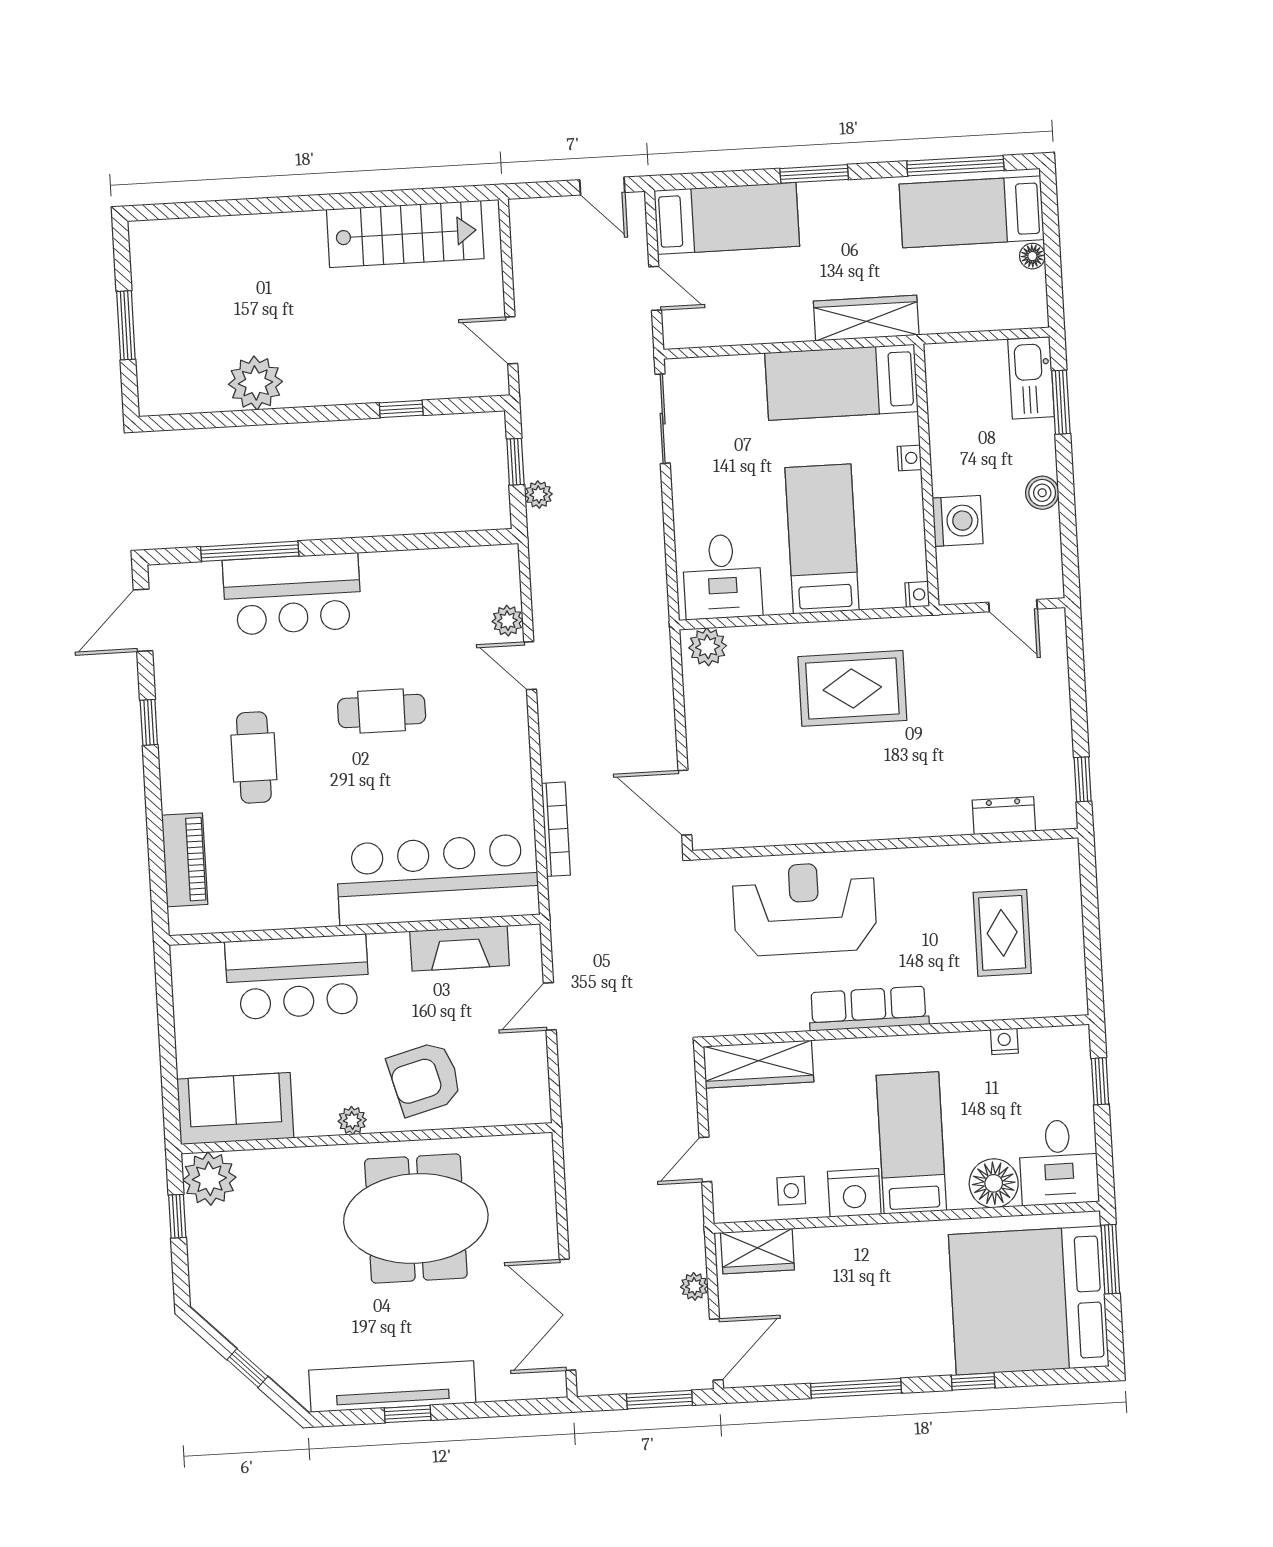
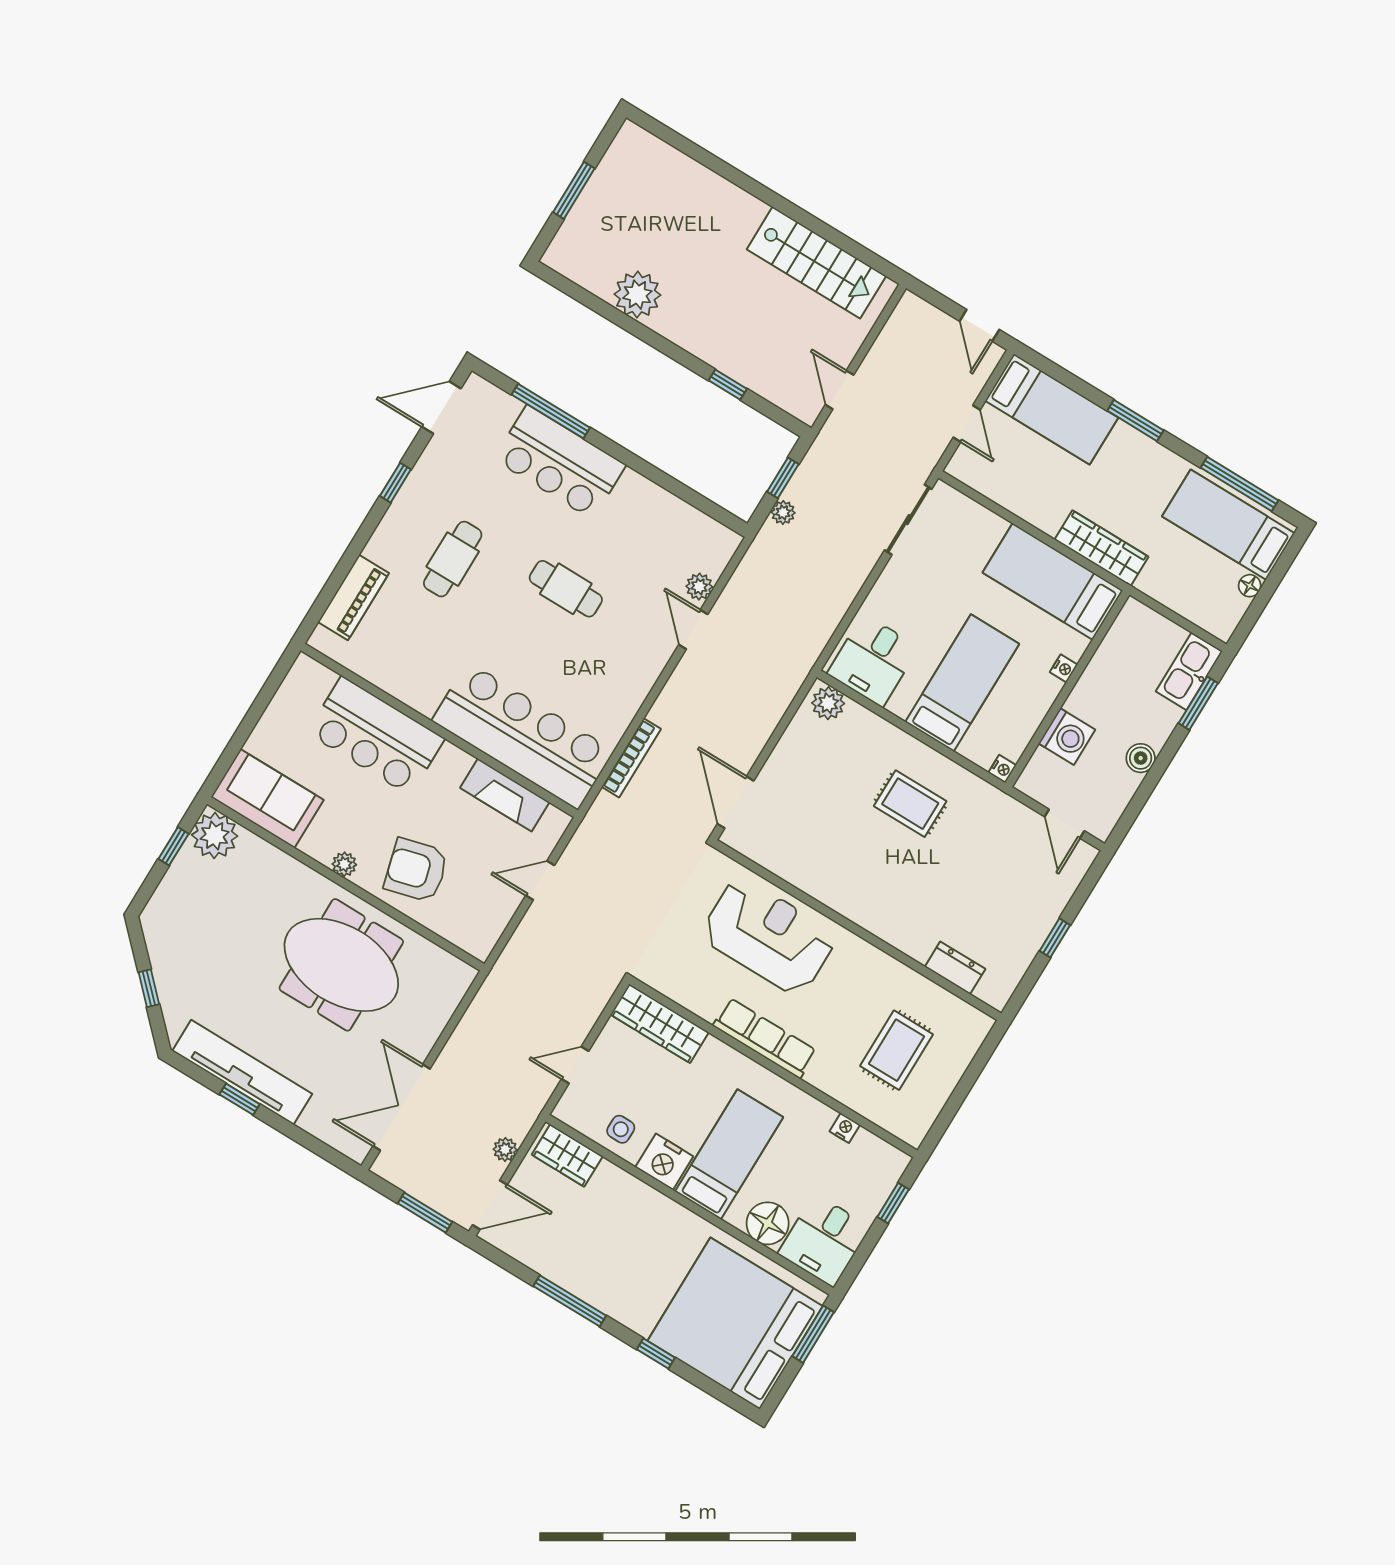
rug: (852, 688) -> (910, 804), width x0.73, depth x0.70
window: (1083, 779) -> (1055, 938), moved

